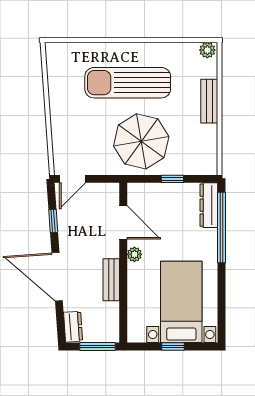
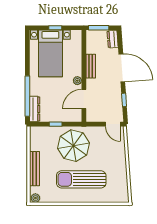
sun lounger: (128, 83) -> (81, 179), turned 180
bench: (209, 101) -> (34, 169), width x1.36
door: (72, 179) -> (113, 124), swing flipped
door: (123, 222) -> (84, 99), hinge flipped

